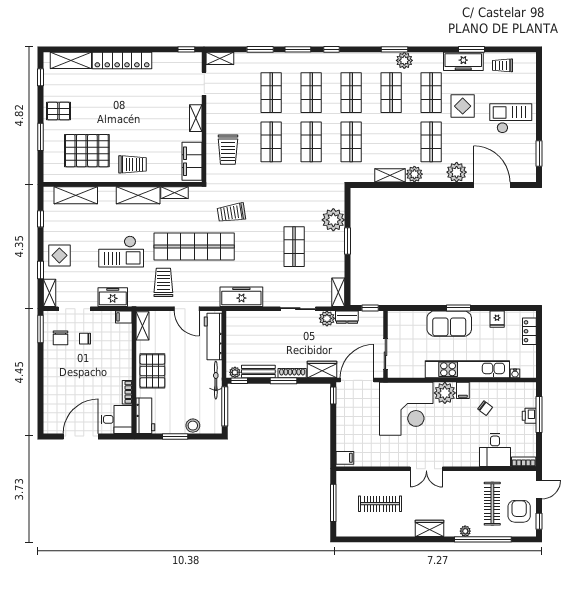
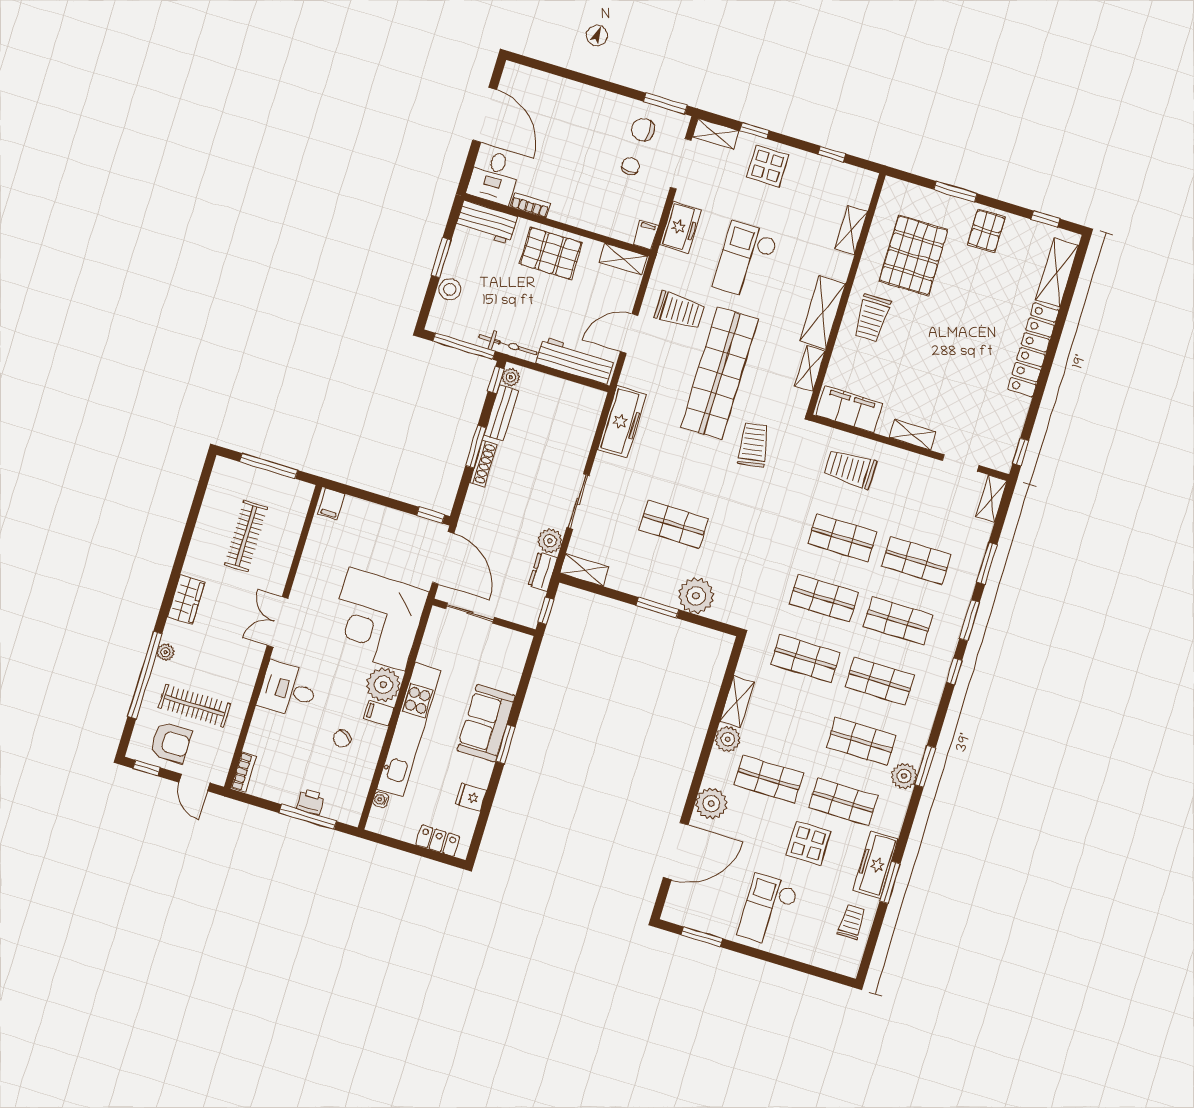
checkout: (511, 118) -> (768, 910), turned 180
shelving: (76, 195) -> (851, 230), width x0.67, depth x0.75
wardrobe: (322, 369) -> (475, 510), removed
desk: (495, 450) -> (288, 690), moved

